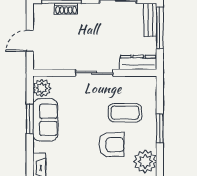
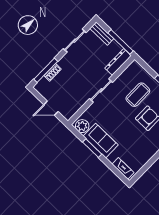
window: (160, 28) -> (120, 42), moved
door: (30, 41) -> (51, 108), hinge flipped

